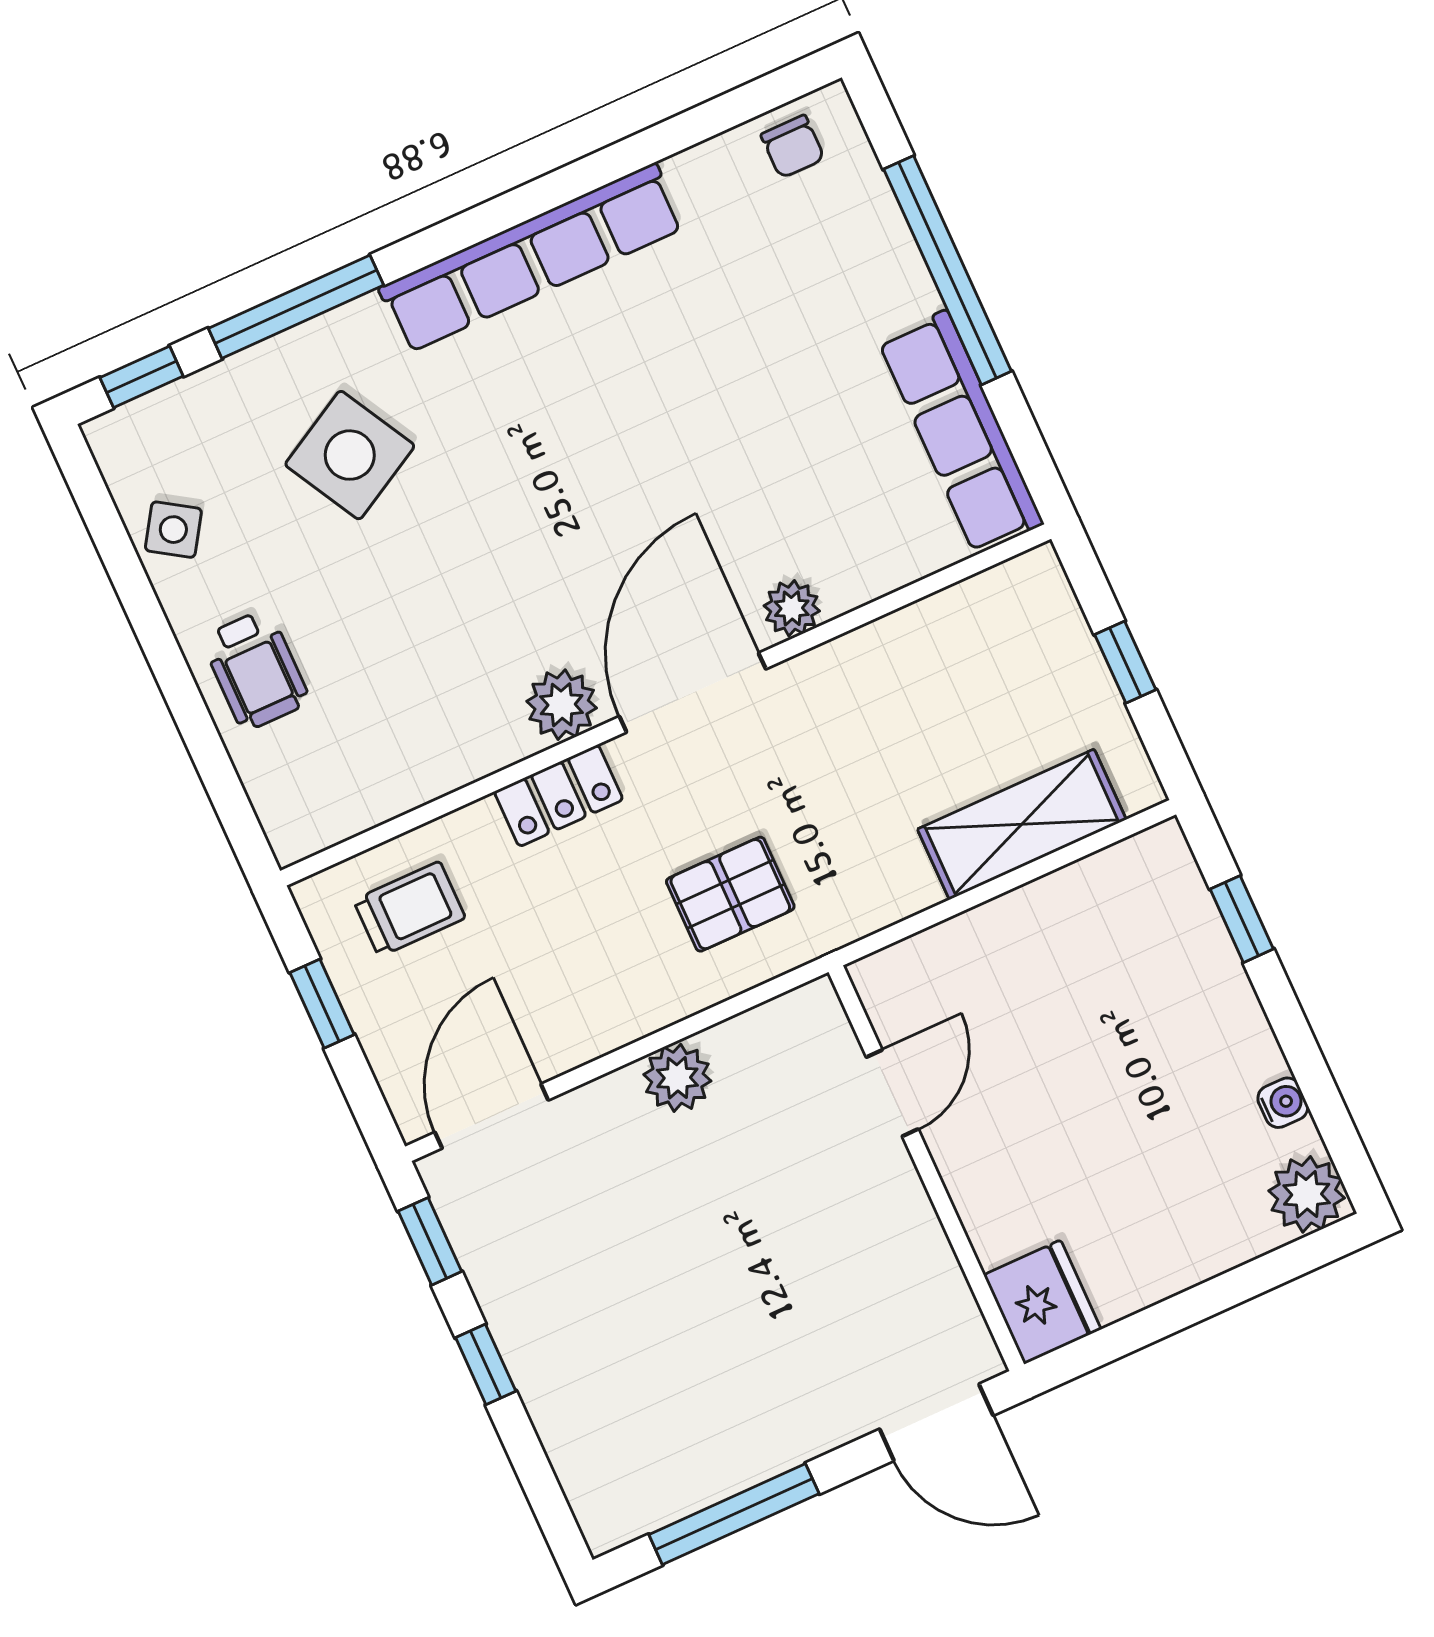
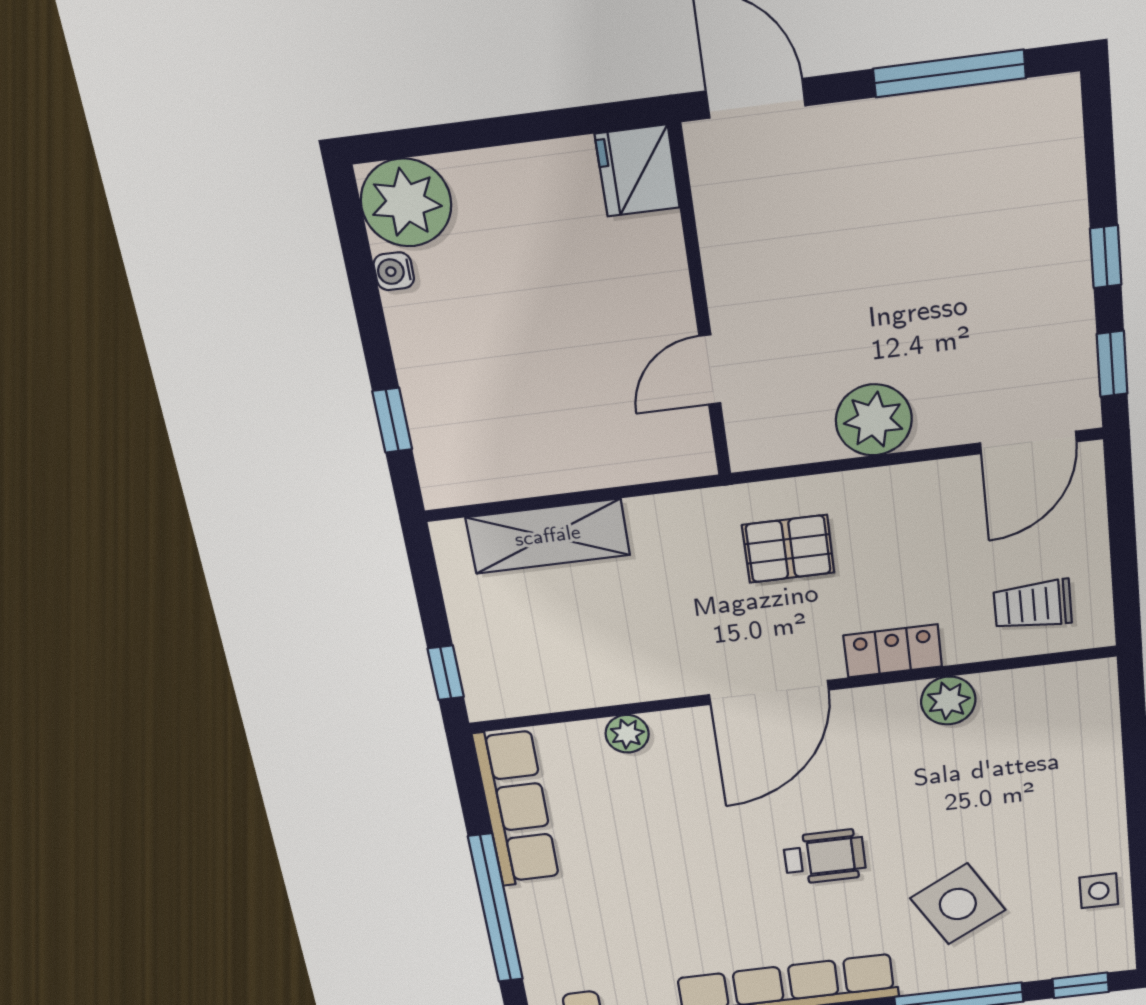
side table: (173, 530) -> (1099, 891), turned -33
plant: (792, 608) -> (627, 734), moved
window: (1125, 662) -> (446, 673), moved
wheelchair: (256, 670) -> (825, 857), moved, turned 90
plant: (562, 705) -> (948, 701), moved
window: (322, 1004) -> (1124, 558), removed
plant: (677, 1078) -> (874, 420), width x1.36, depth x1.36
plant: (1307, 1194) -> (406, 203), width x1.36, depth x1.36

